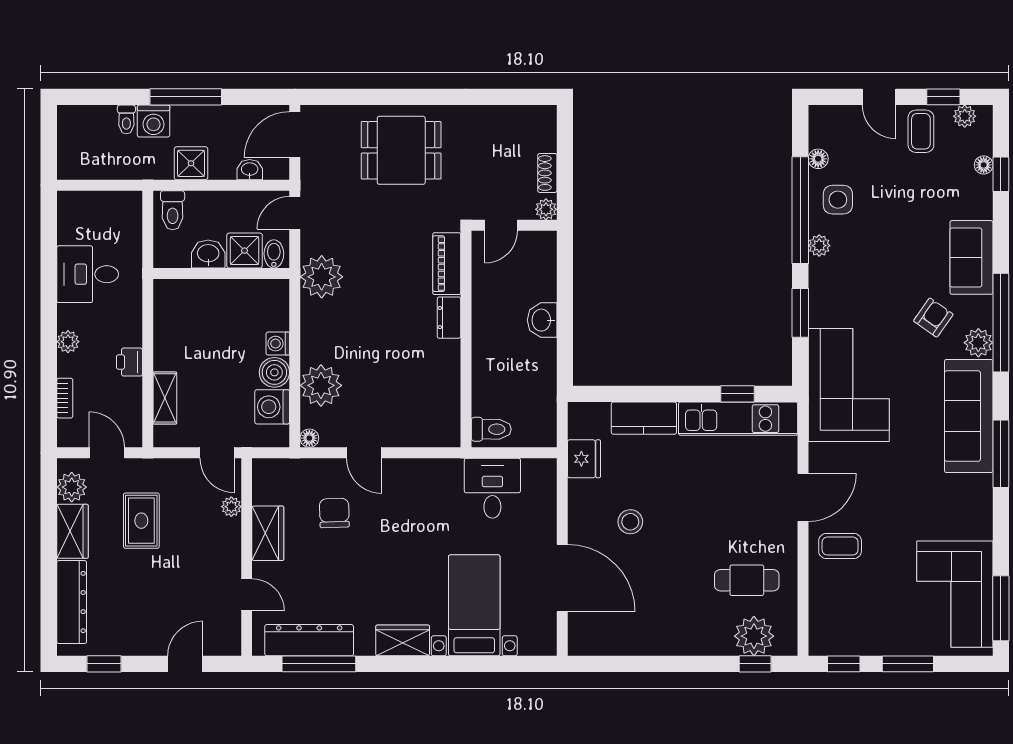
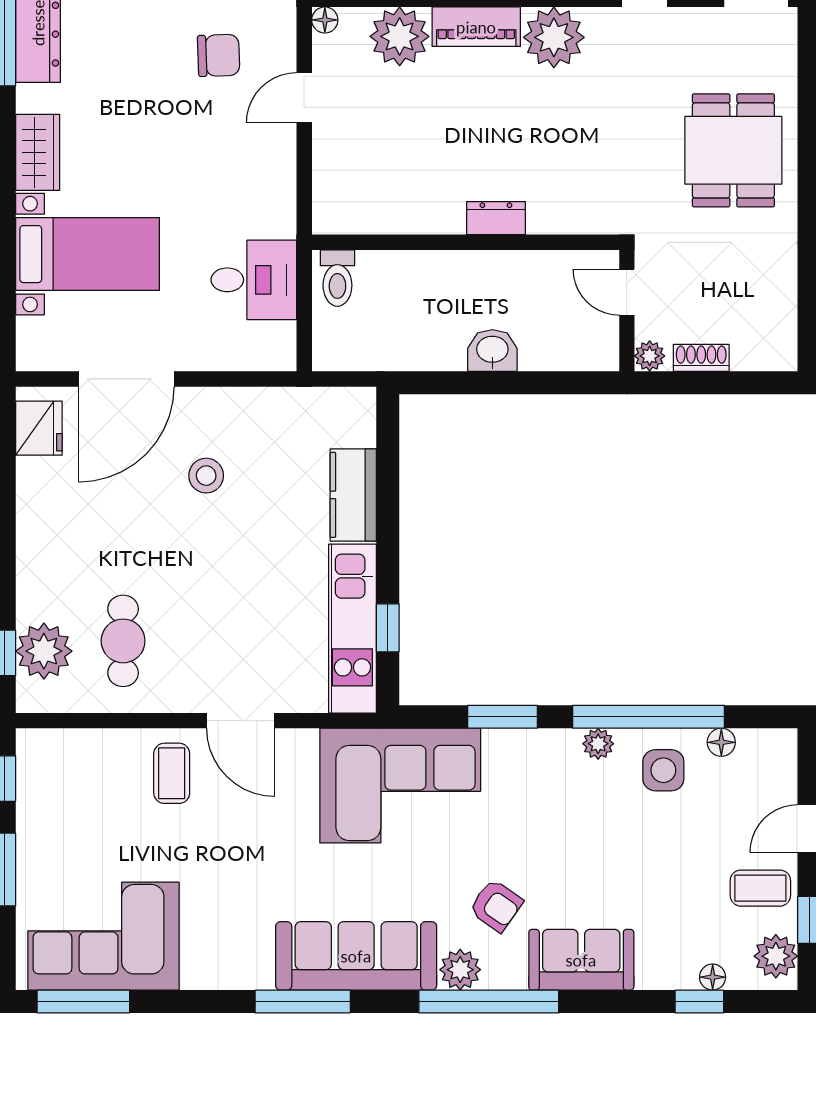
plant: (965, 116) -> (776, 956), width x1.38, depth x1.38
piano: (447, 264) -> (476, 27), moved, turned 180
fridge: (584, 459) -> (39, 428), moved, turned -90

